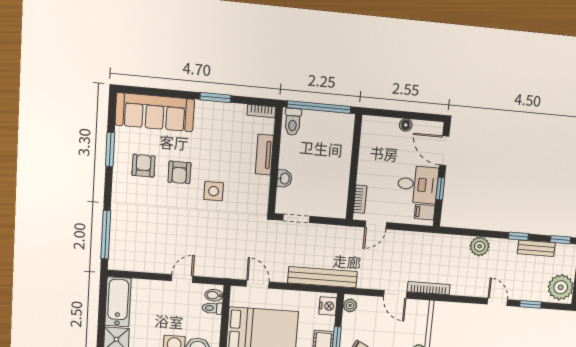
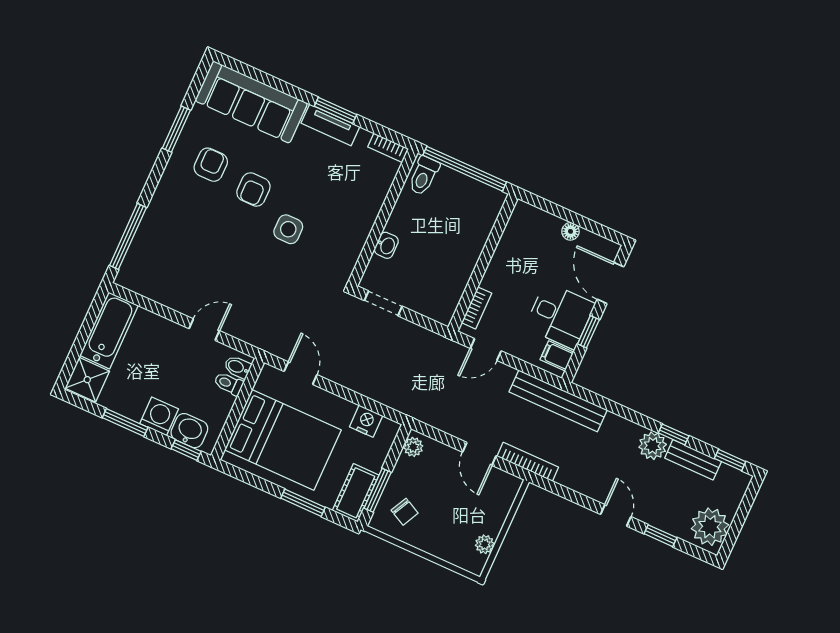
tv unit: (264, 155) -> (330, 125), moved, turned -90
plant: (480, 246) -> (653, 446), moved
bench: (322, 277) -> (558, 401), moved
nightstand: (328, 306) -> (366, 421), moved, turned -90

